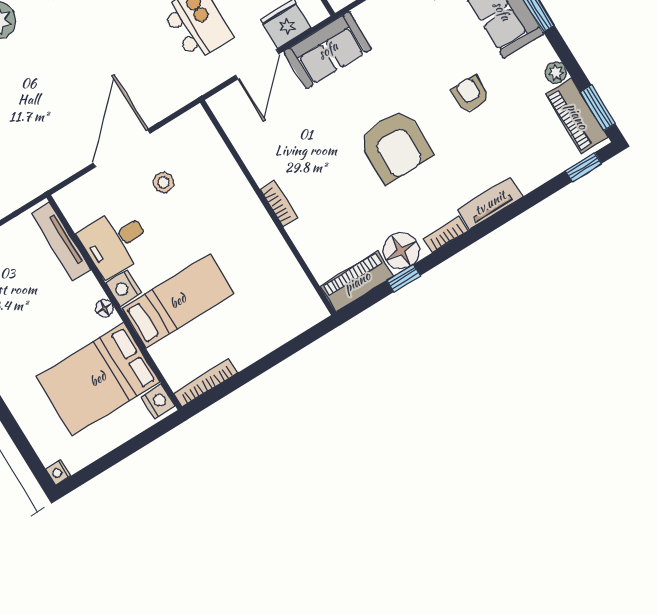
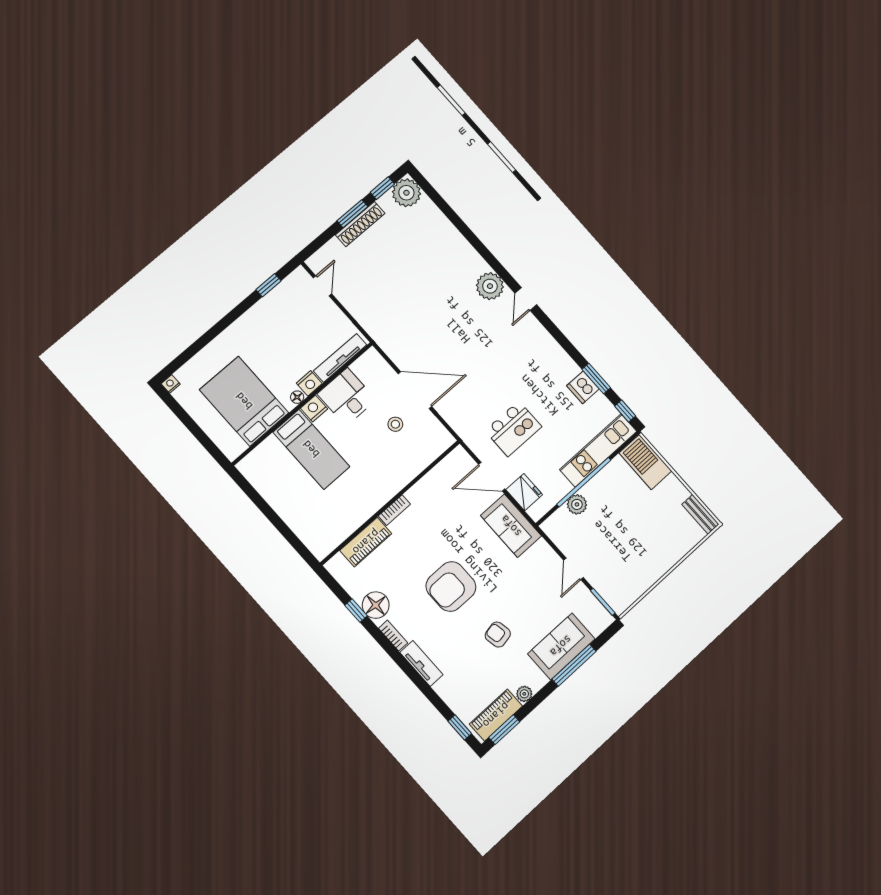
armchair: (470, 94) -> (498, 635), turned -101
piano: (357, 282) -> (366, 542), moved, turned 90
bookcase: (206, 383) -> (255, 480), removed
nightstand: (158, 401) -> (309, 383), moved

